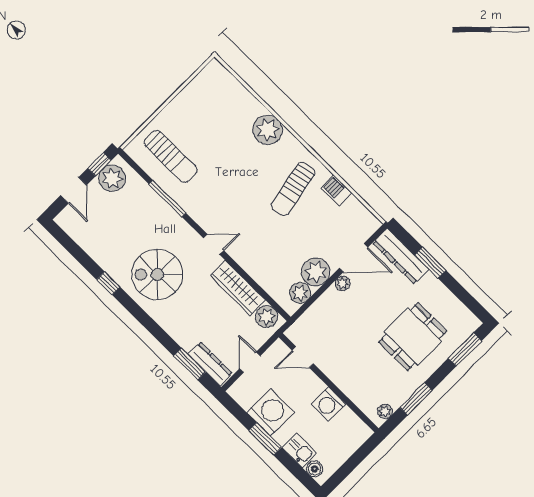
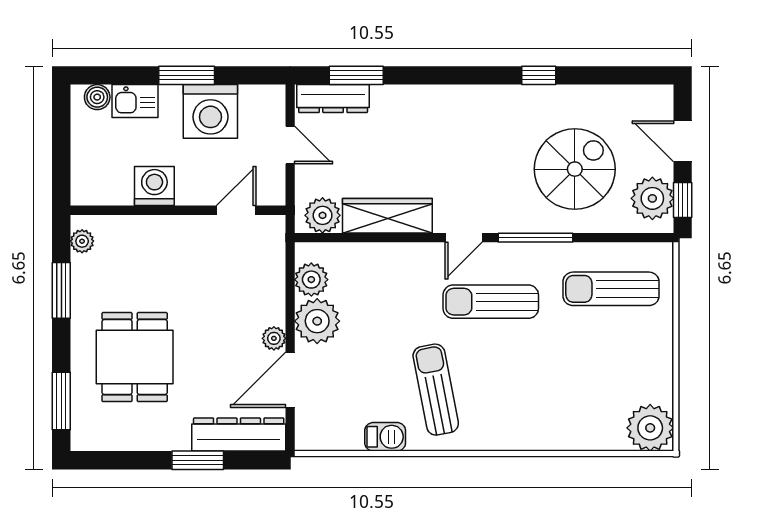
plant: (268, 130) -> (650, 428), moved
window: (167, 198) -> (536, 238), moved
sun lounger: (230, 204) -> (491, 302), added
spiral stairs: (157, 274) -> (575, 169), moved

